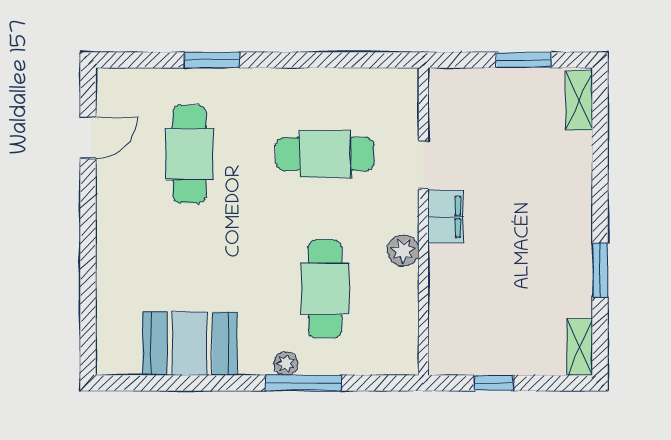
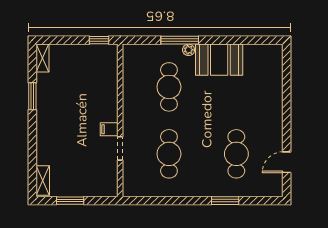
cafe table: (325, 154) -> (169, 154), turned 90
filing cabinet: (446, 217) -> (109, 129), width x0.50
plant: (403, 251) -> (130, 106), removed
booth: (190, 344) -> (219, 60), moved
window: (493, 383) -> (99, 40), moved

